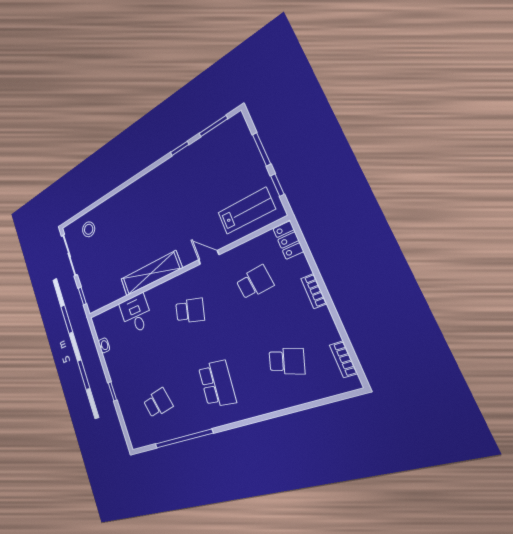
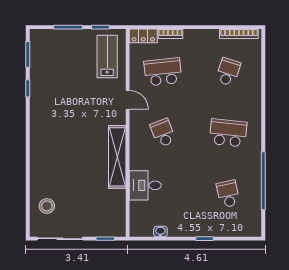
door: (209, 257) -> (128, 100), swing flipped
school desk: (255, 283) -> (163, 72), width x1.85
bookcase: (314, 291) -> (170, 34), moved
school desk: (190, 311) -> (163, 133), turned -36
bookcase: (343, 359) -> (239, 34), width x1.56

